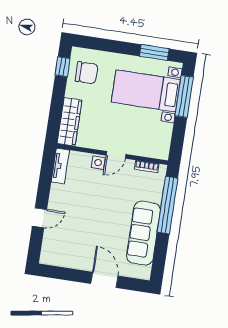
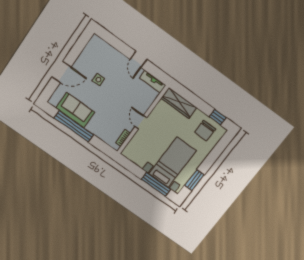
side table: (98, 163) -> (98, 80), moved
window: (167, 205) -> (74, 126), moved
door: (40, 218) -> (138, 59), moved
sofa: (143, 233) -> (75, 110), width x0.73

